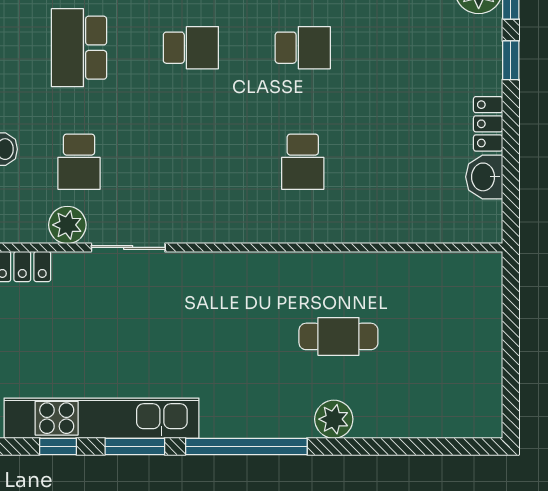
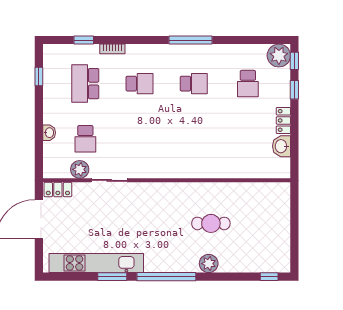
school desk: (303, 162) -> (248, 84), moved
window: (58, 446) -> (269, 277), moved

